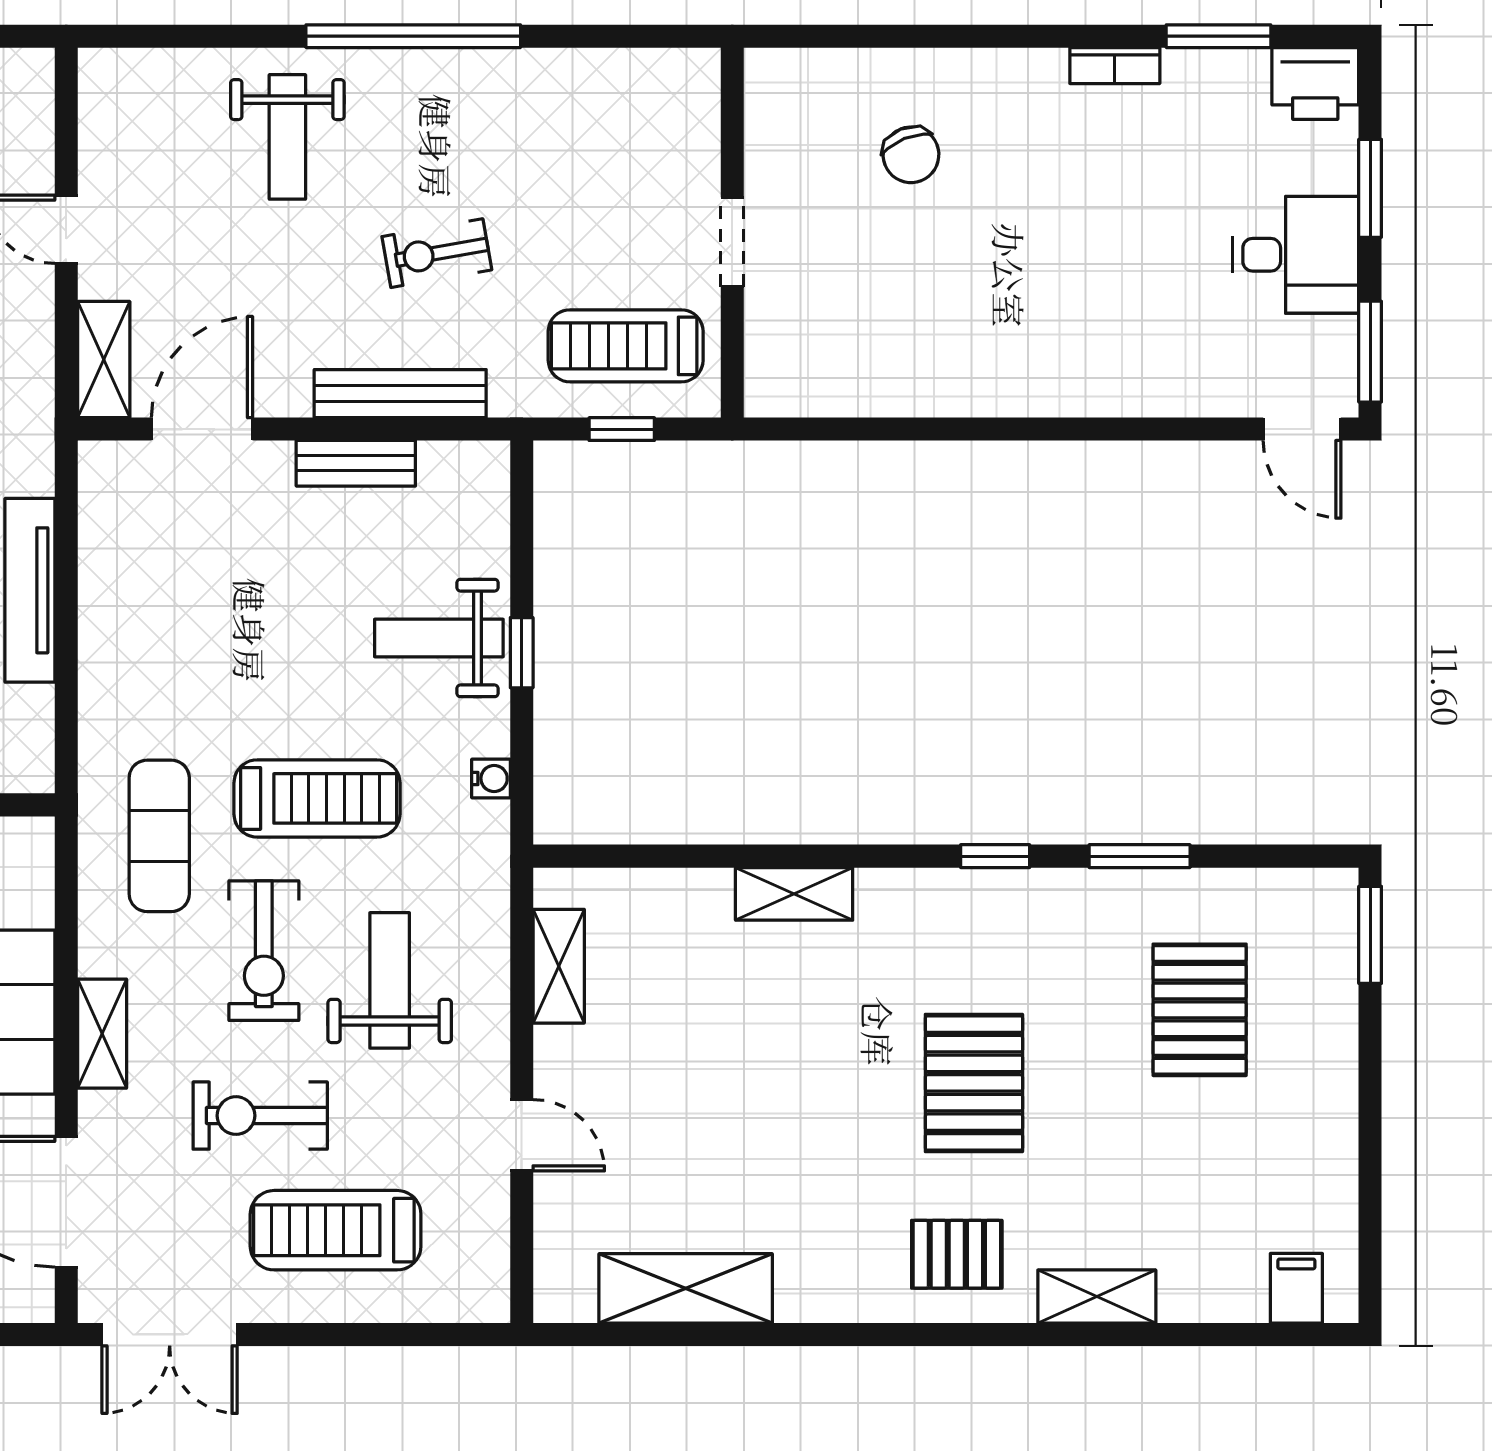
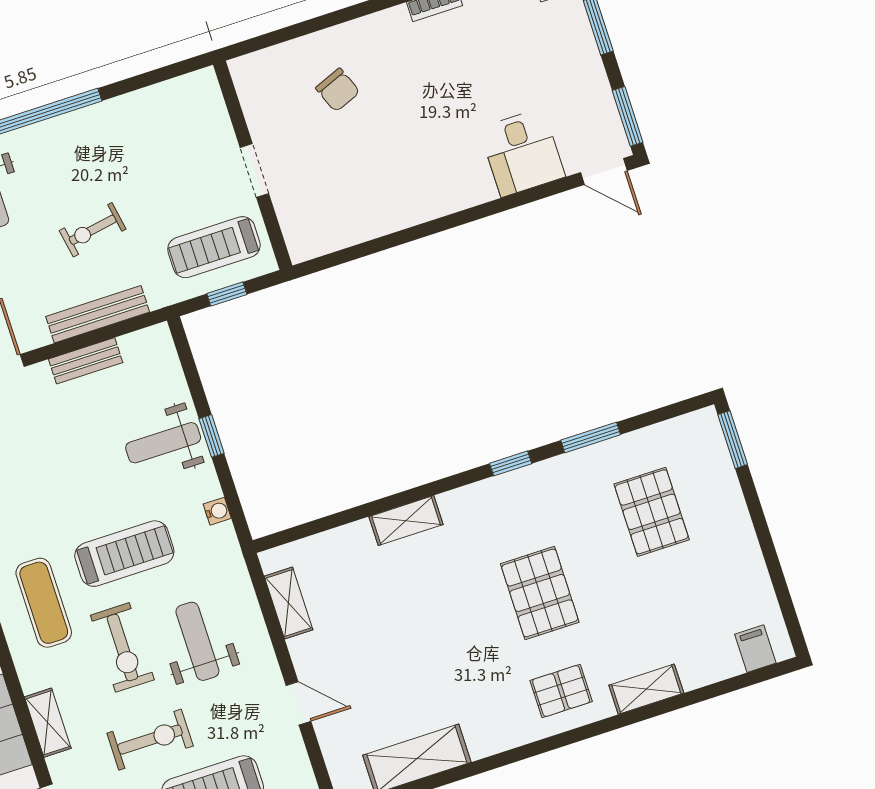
desk: (1296, 255) -> (522, 152), moved, turned 90
exercise bike: (260, 1116) -> (150, 740), turned 180

